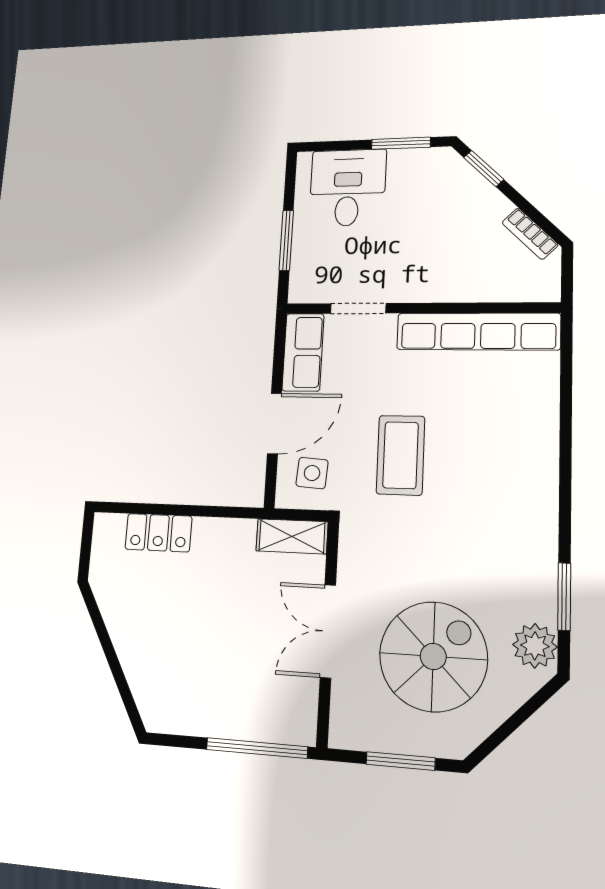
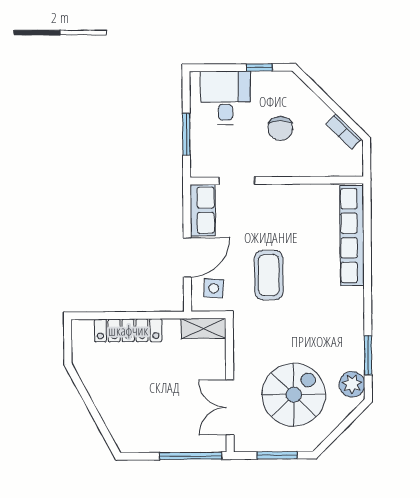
window: (401, 143) -> (259, 67), width x0.67
window: (484, 168) -> (314, 87), removed
chair: (429, 231) -> (280, 129), added
row of seats: (478, 332) -> (352, 236), moved, turned 90
locker: (158, 533) -> (128, 330), width x1.53
double door: (328, 631) -> (230, 407), moved

